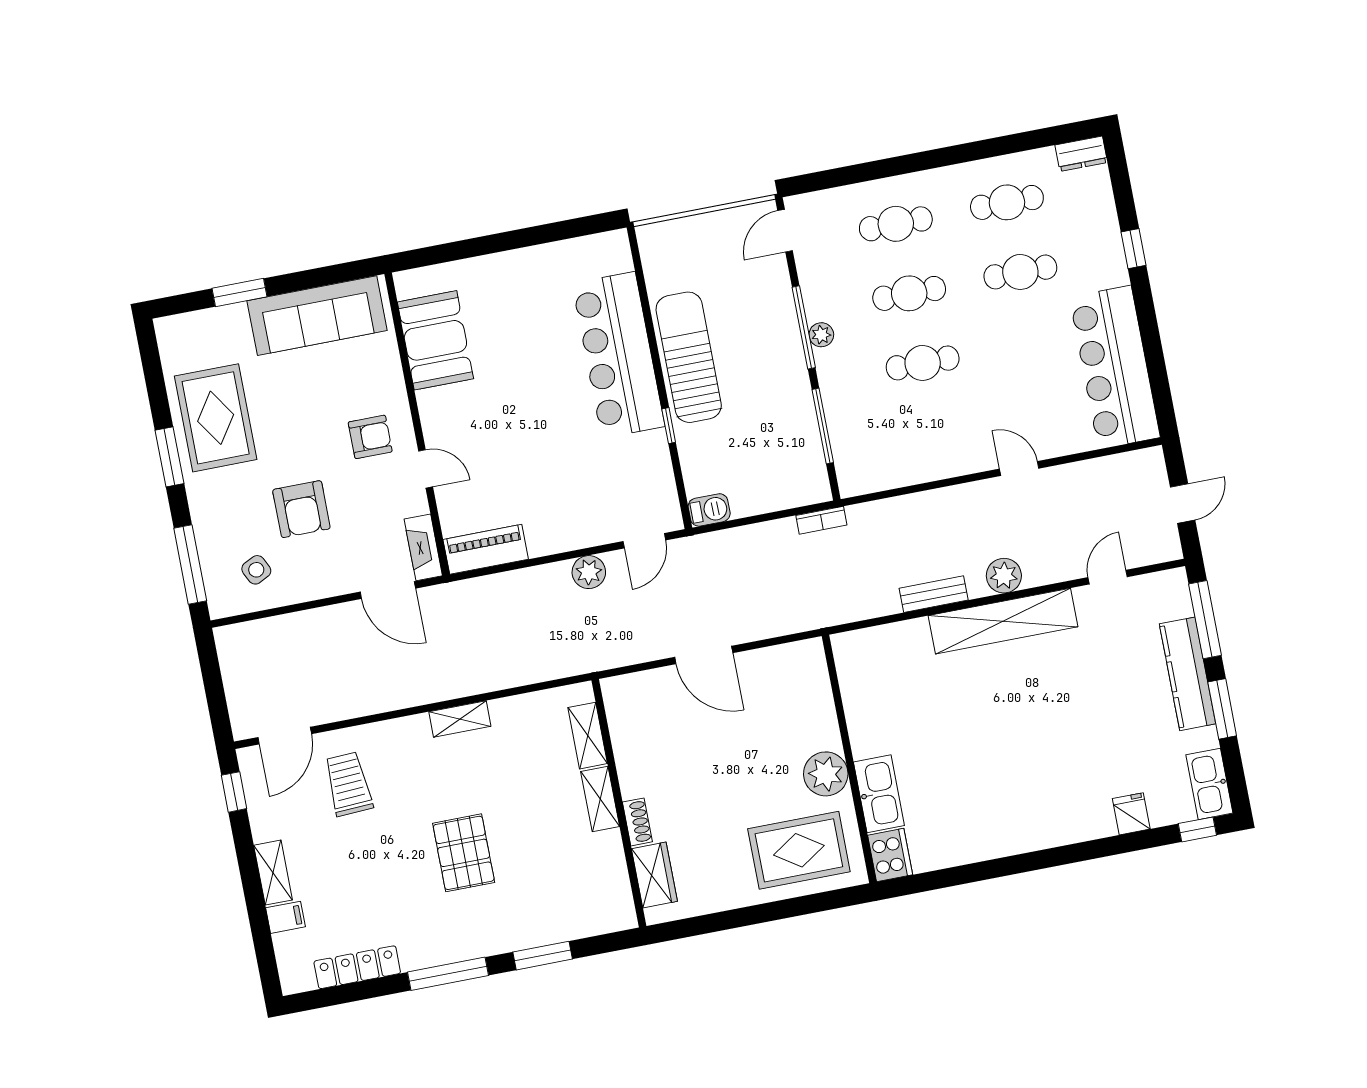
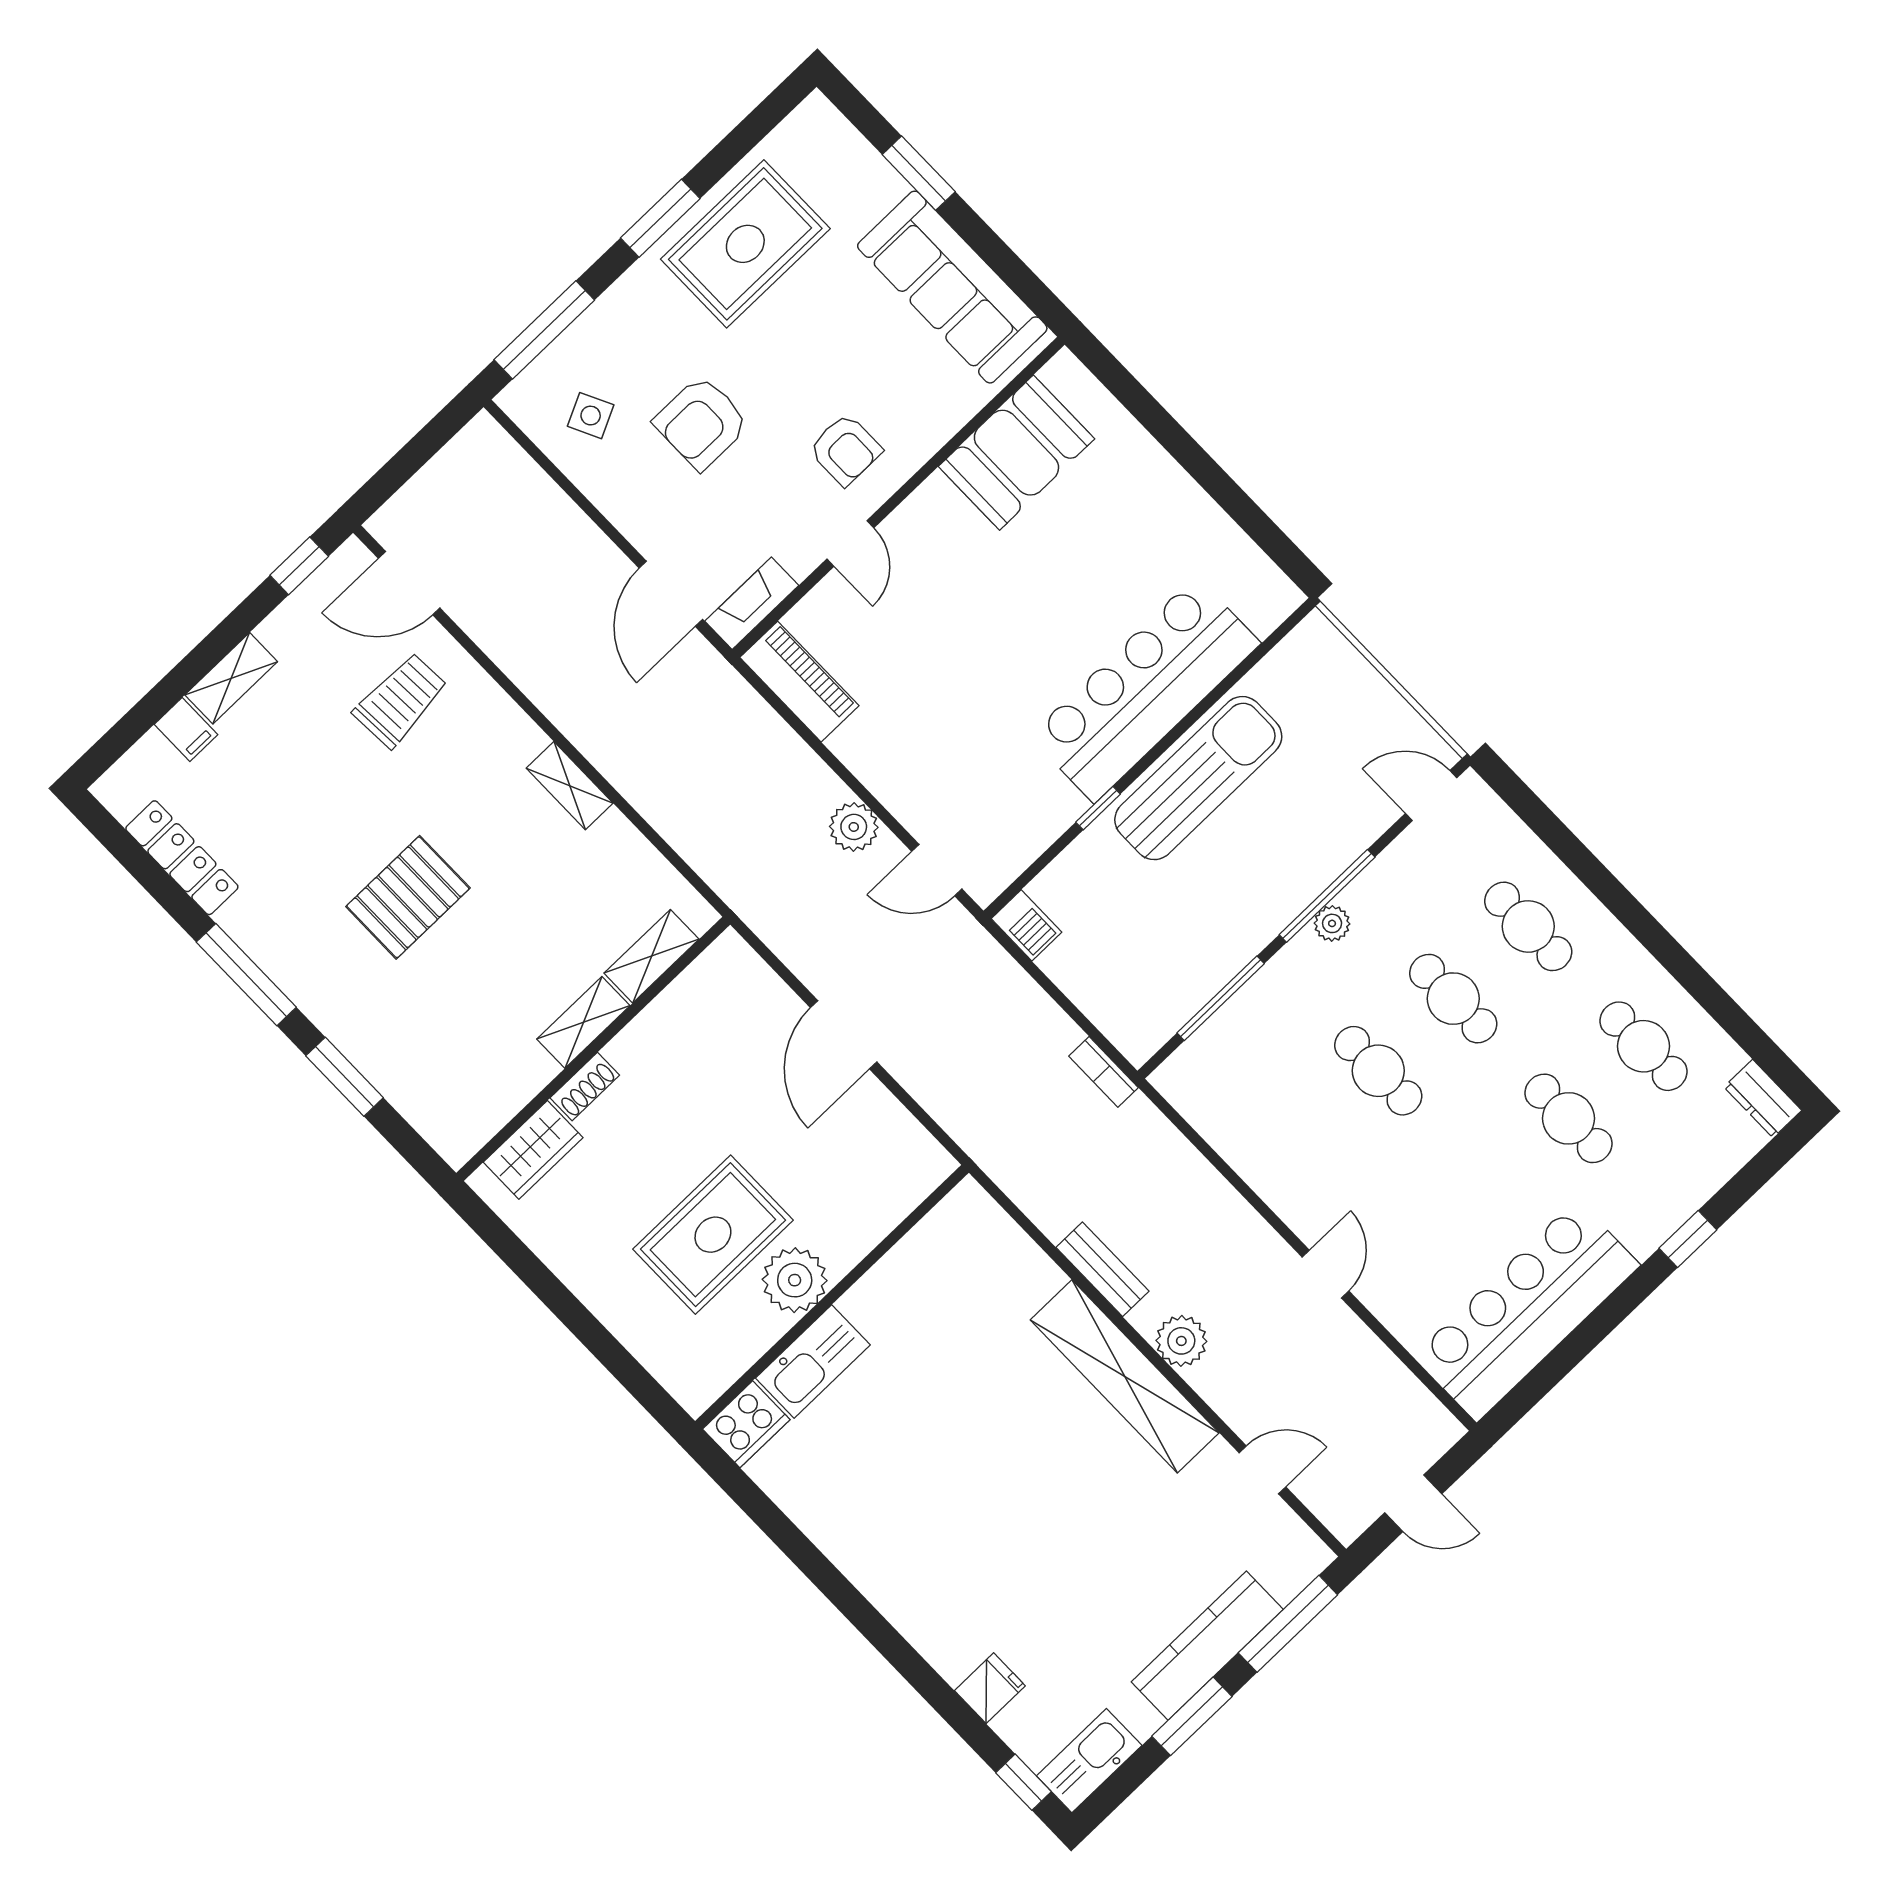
rug: (799, 850) -> (713, 1235), moved, turned 90

